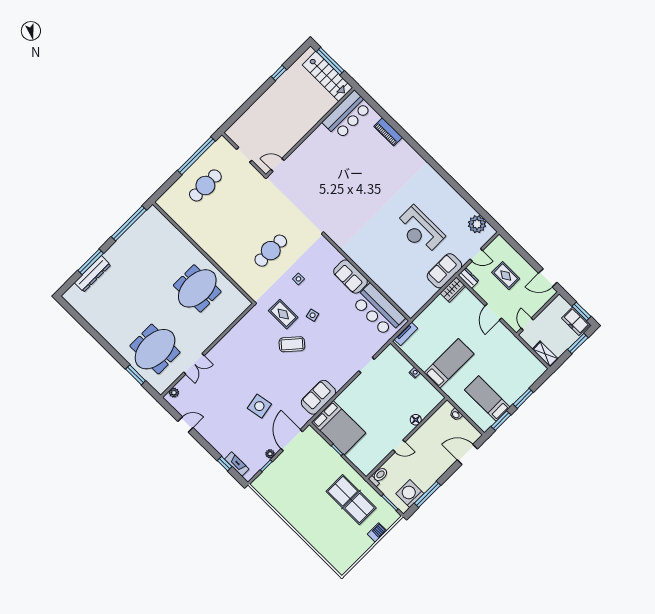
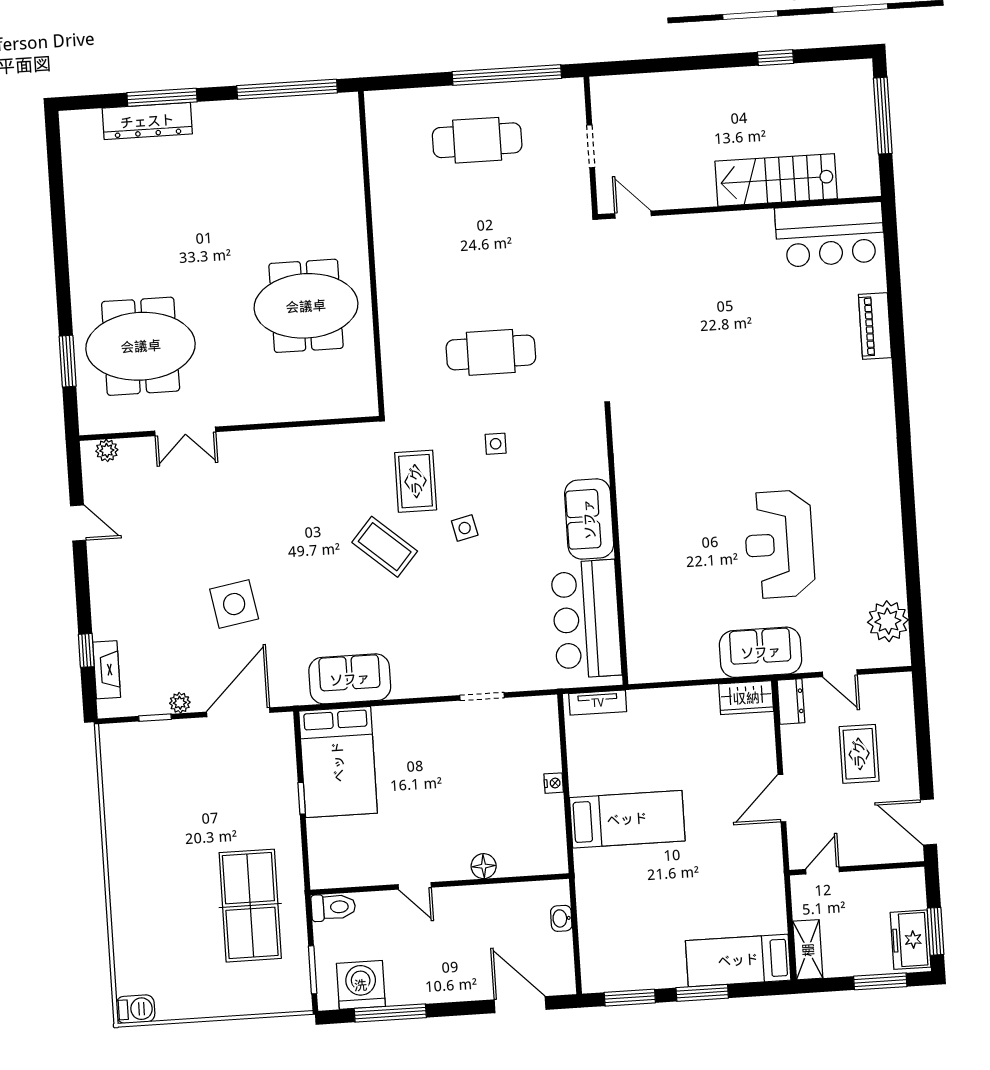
stairs: (327, 76) -> (776, 180), moved, turned 90
bed: (487, 399) -> (738, 960), moved, turned -90
barbecue: (377, 532) -> (135, 1009), moved

